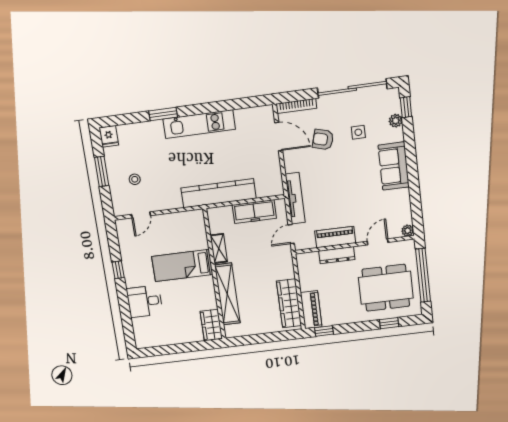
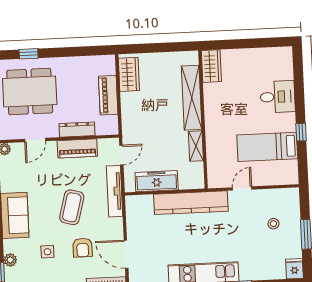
armchair: (323, 139) -> (83, 248), turned 74
coffee table: (337, 179) -> (72, 207), added
door: (141, 215) -> (242, 188), moved
bed: (182, 265) -> (267, 147), moved, turned 180
wardrobe: (289, 303) -> (129, 74), width x0.67
piano: (311, 310) -> (108, 95), moved
window: (324, 331) -> (96, 51), removed

